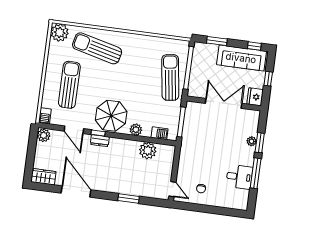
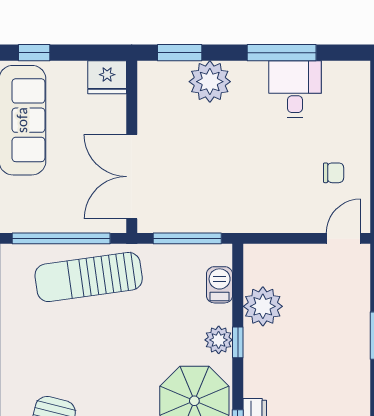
window: (268, 79) -> (34, 53), moved
double door: (224, 103) -> (132, 177), moved
window: (134, 138) -> (238, 342), added
plant: (252, 141) -> (210, 82), width x1.88, depth x1.88
window: (260, 143) -> (180, 53), moved

